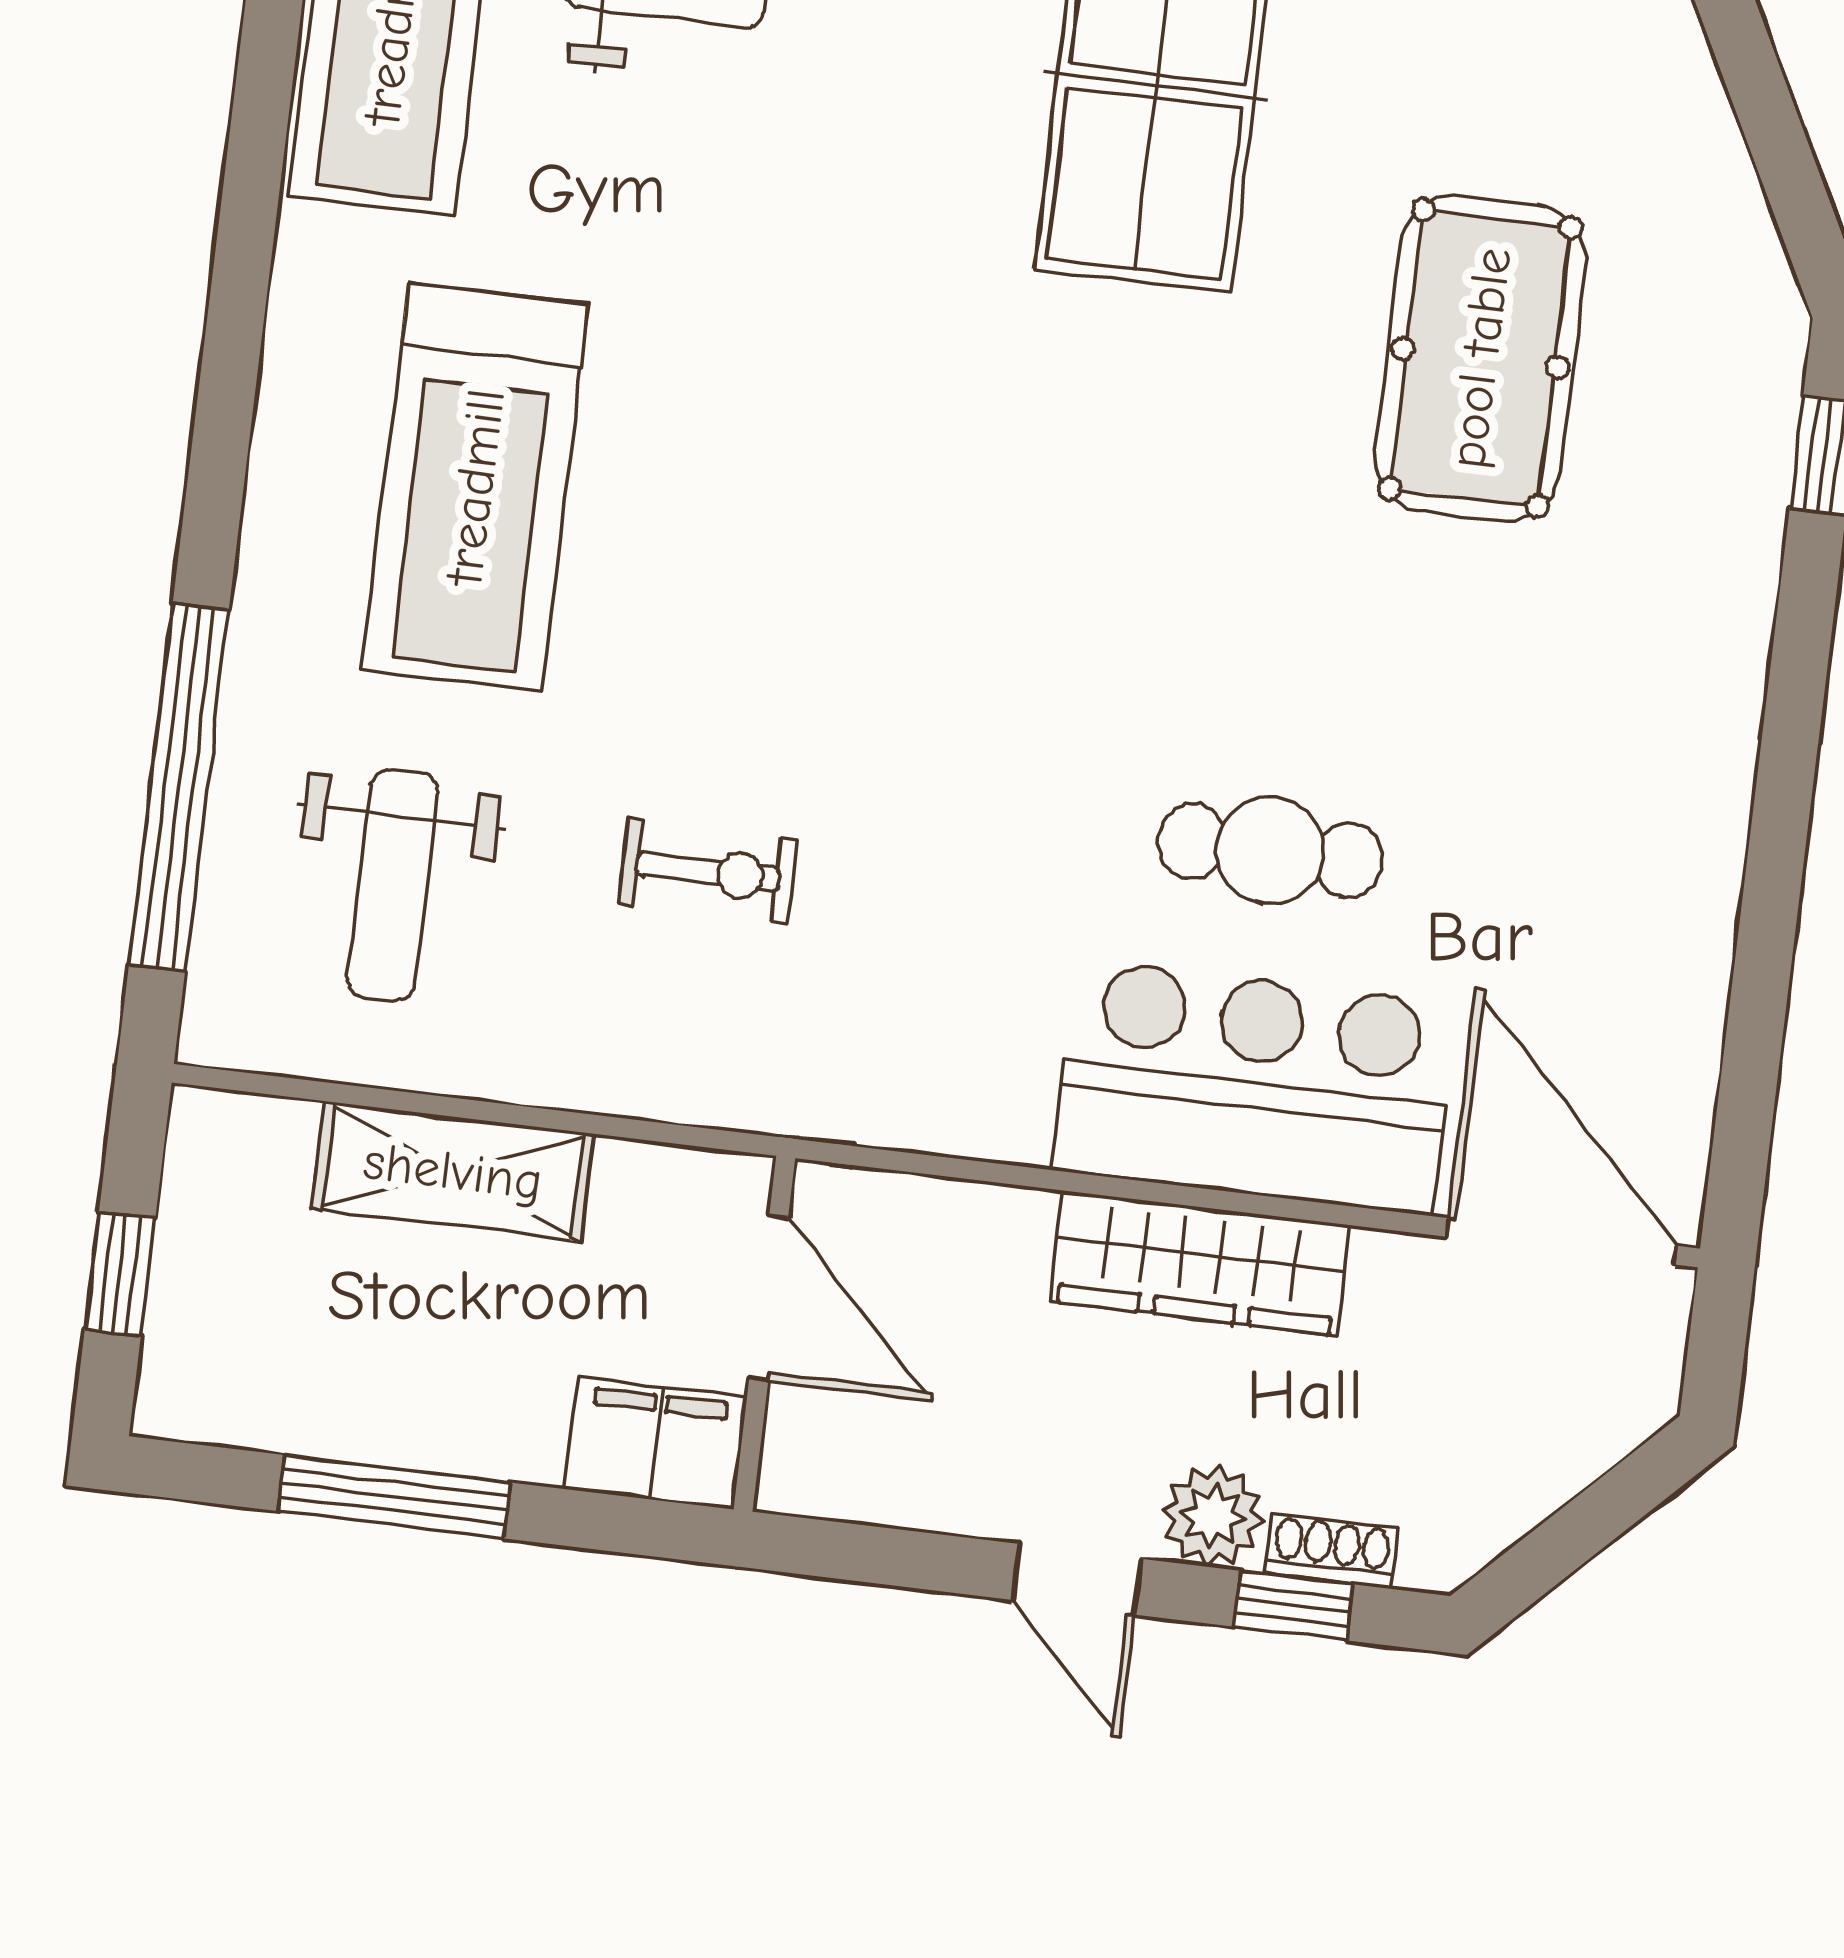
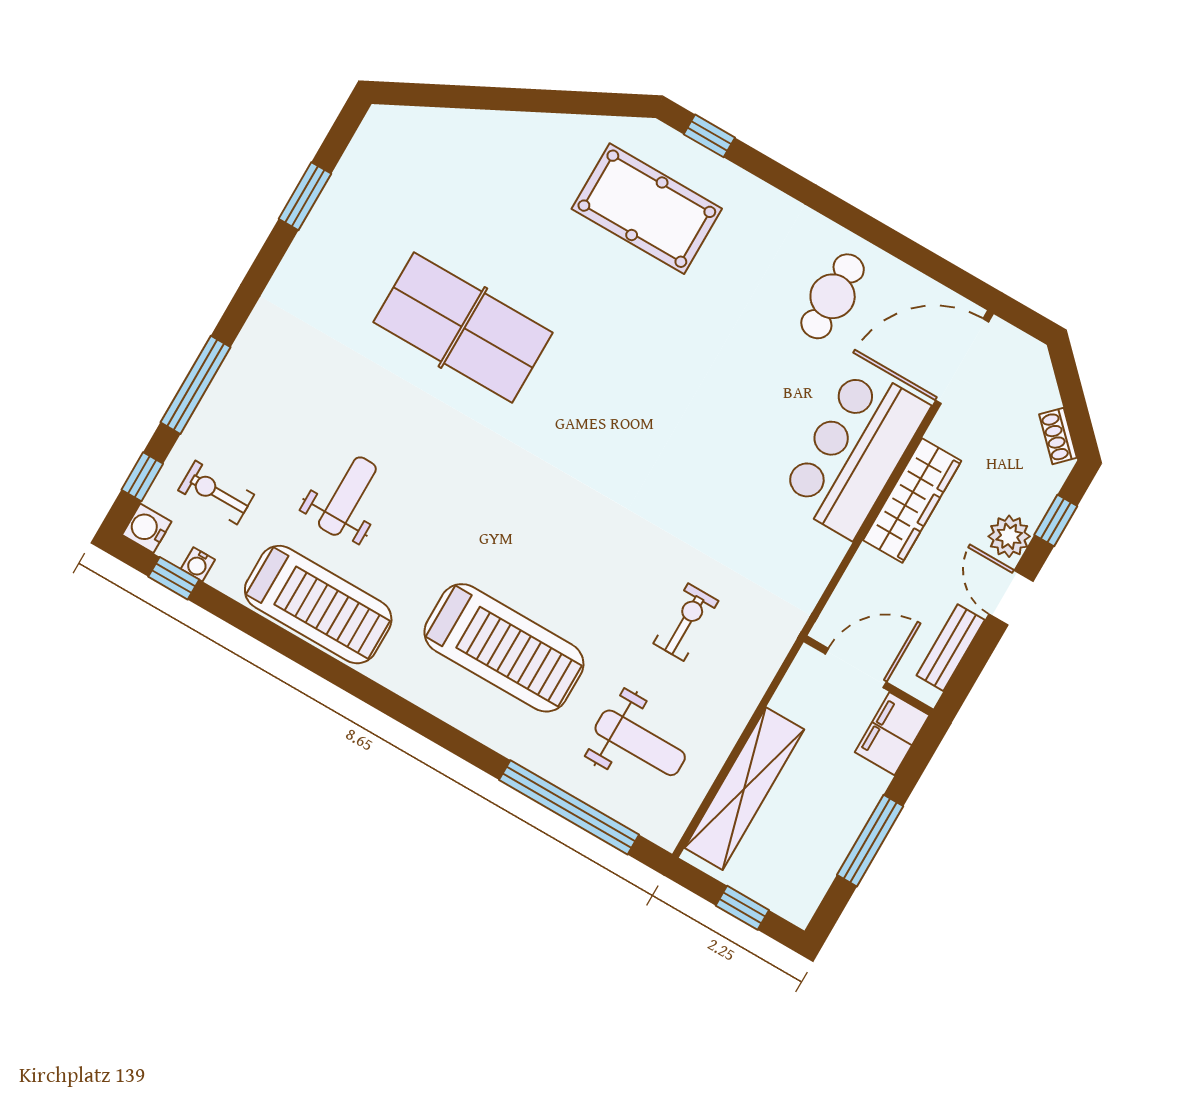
pool table: (1480, 358) -> (647, 209), moved
cafe table: (1270, 851) -> (833, 296), moved
shelving: (453, 1171) -> (744, 789), width x1.47
bench: (906, 1492) -> (951, 648), added
shoe rack: (1332, 1551) -> (1058, 436), moved, turned -45
door: (1077, 1579) -> (1011, 598), swing flipped

